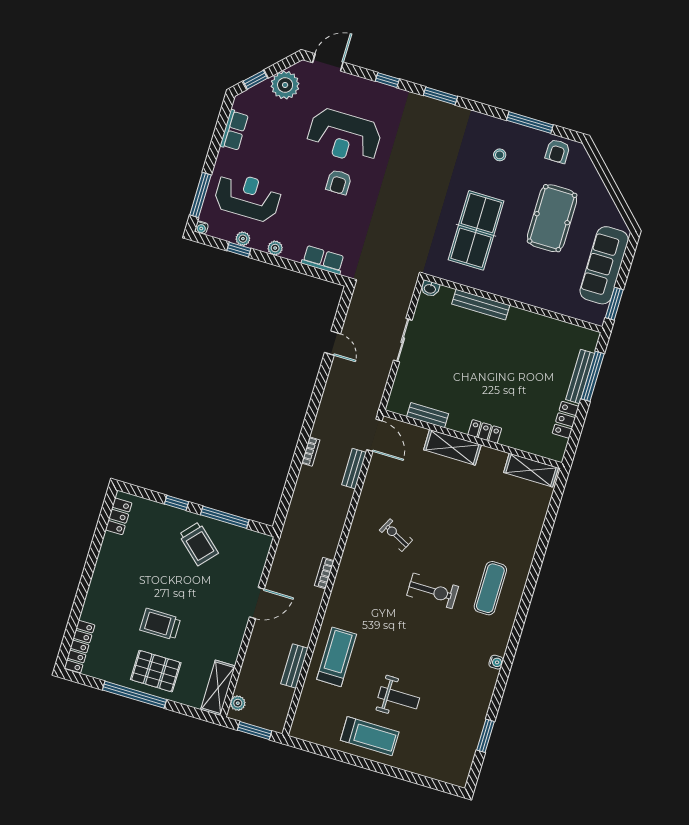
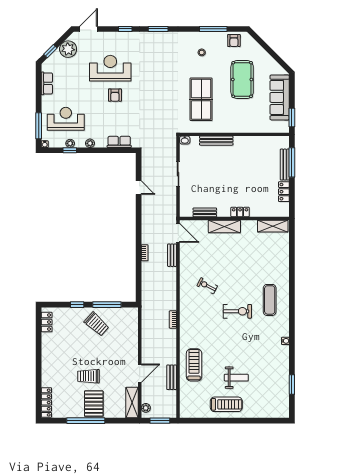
reception desk: (344, 136) -> (110, 68), turned 180
door: (257, 603) -> (140, 373), moved
pallet: (156, 671) -> (94, 404), turned 90

